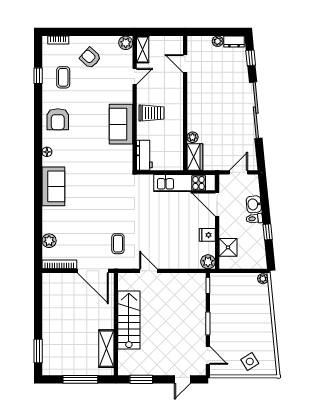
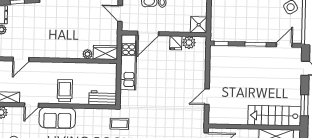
door: (135, 76) -> (31, 105), swing flipped
sofa: (121, 124) -> (57, 118), moved
coffee table: (118, 244) -> (119, 124), moved
shower: (228, 247) -> (199, 25), moved
plant: (208, 262) -> (189, 43), moved
stairs: (129, 320) -> (274, 116), moved

